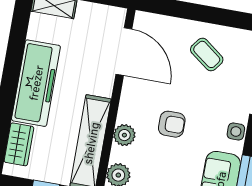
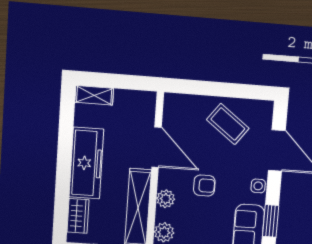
door: (124, 52) -> (157, 147), moved
coffee table: (207, 54) -> (228, 124), width x1.36, depth x1.30

